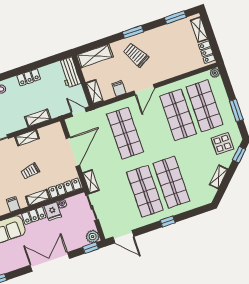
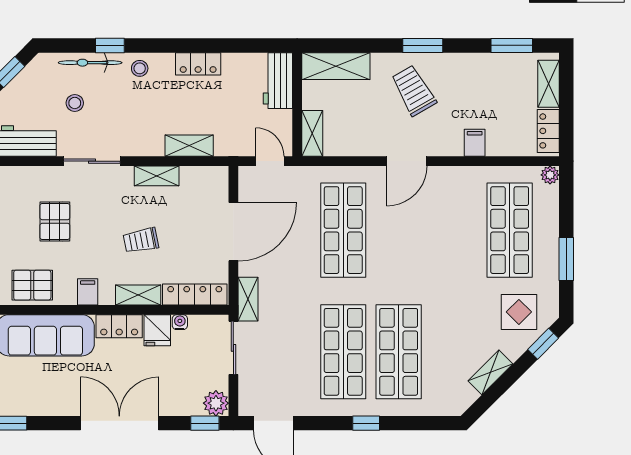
filing cabinet: (119, 89) -> (475, 143), moved
shop shelf: (178, 115) -> (454, 230), removed

